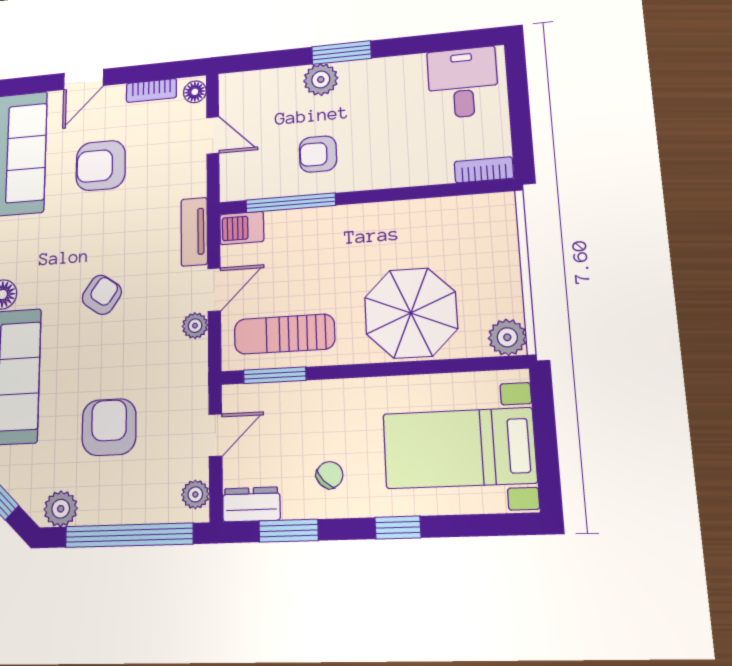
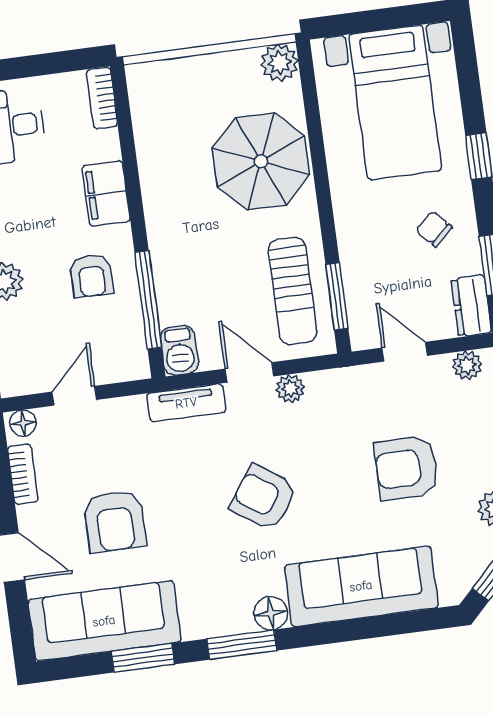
filing cabinet: (393, 170) -> (106, 193), added
armchair: (102, 295) -> (264, 498), width x1.38, depth x1.38

